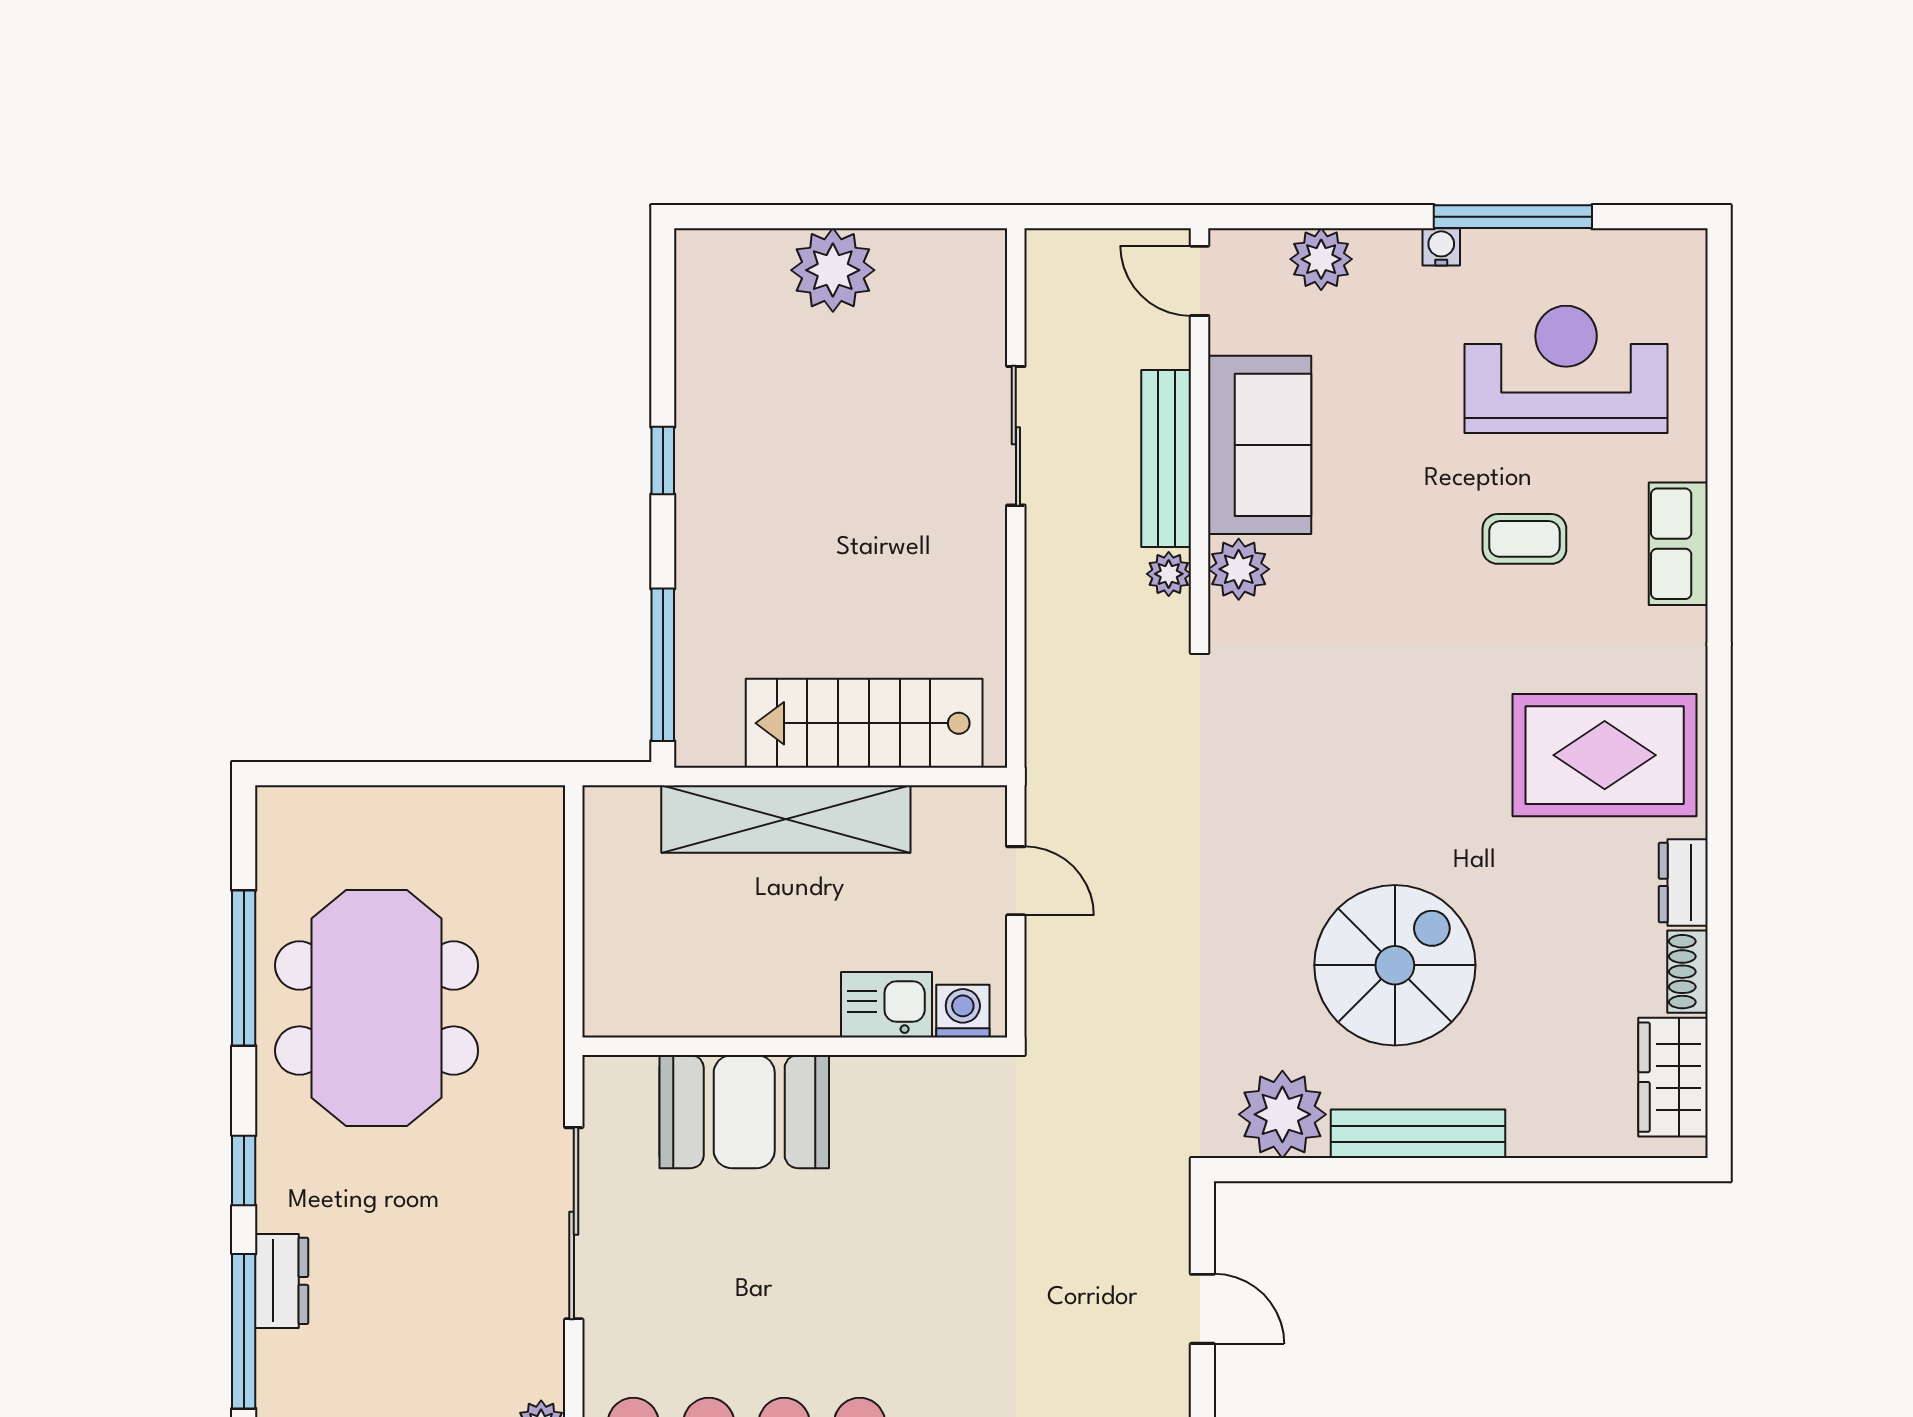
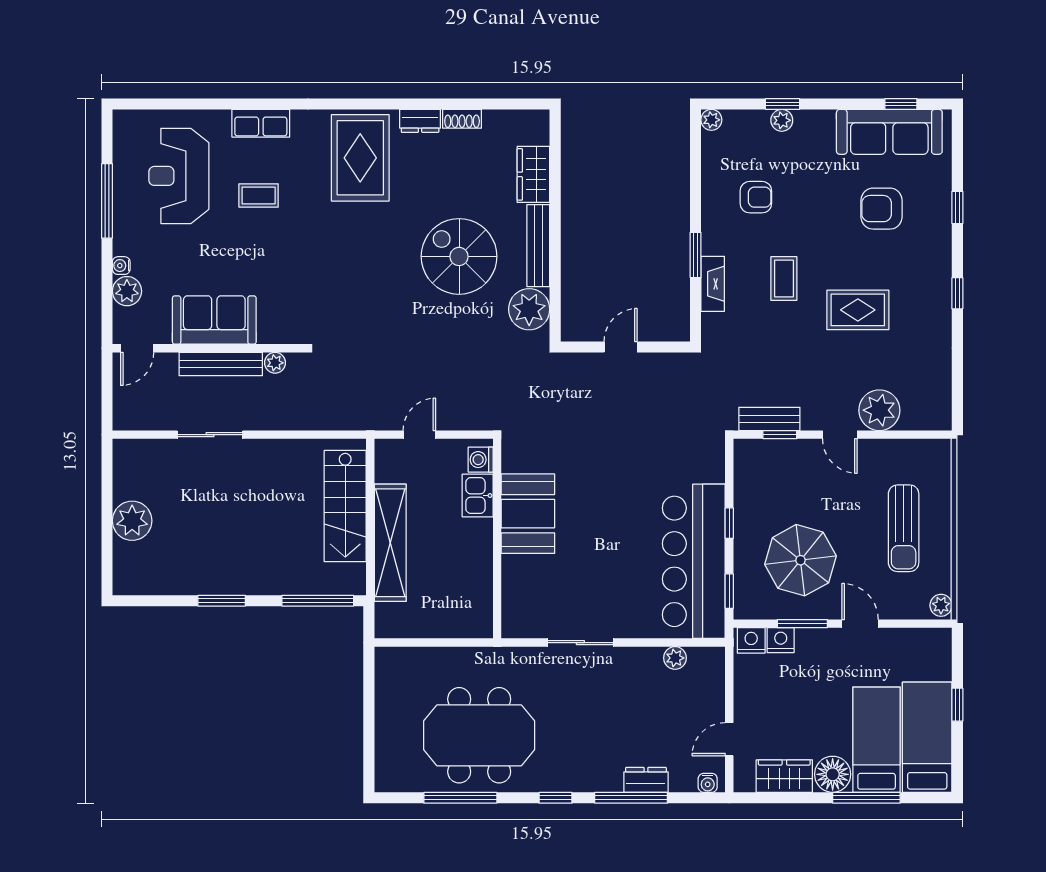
water cooler: (1441, 247) -> (121, 266), moved
window: (663, 461) -> (222, 601), width x1.50
coffee table: (1524, 539) -> (259, 196), turned 90
plant: (1239, 569) -> (273, 330), removed
wardrobe: (1673, 1077) -> (533, 174), moved, turned 90
booth: (744, 1112) -> (528, 514), moved
sliding door: (574, 1223) -> (580, 643), width x0.73
dresser: (282, 1281) -> (646, 780), moved

